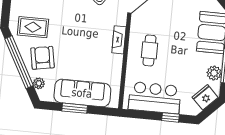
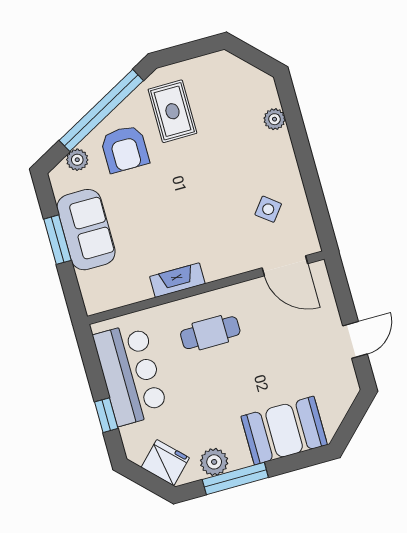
fireplace: (119, 40) -> (177, 280), moved
armchair: (42, 58) -> (125, 149), turned 100
sofa: (82, 93) -> (86, 230), width x0.73

